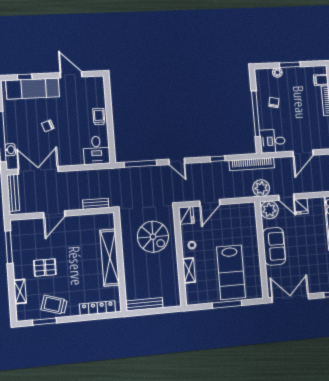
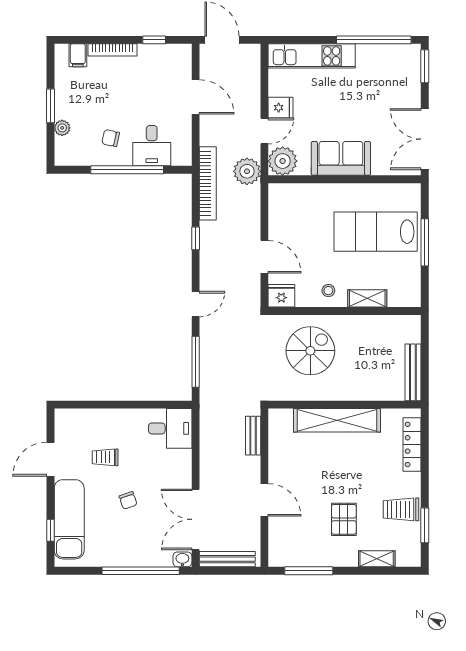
trolley: (99, 117) -> (105, 457), moved
desk: (273, 141) -> (152, 146), moved
washbasin: (10, 150) -> (182, 559), moved
lab bench: (231, 272) -> (376, 232), turned 180
trolley: (54, 305) -> (401, 509), turned 73

